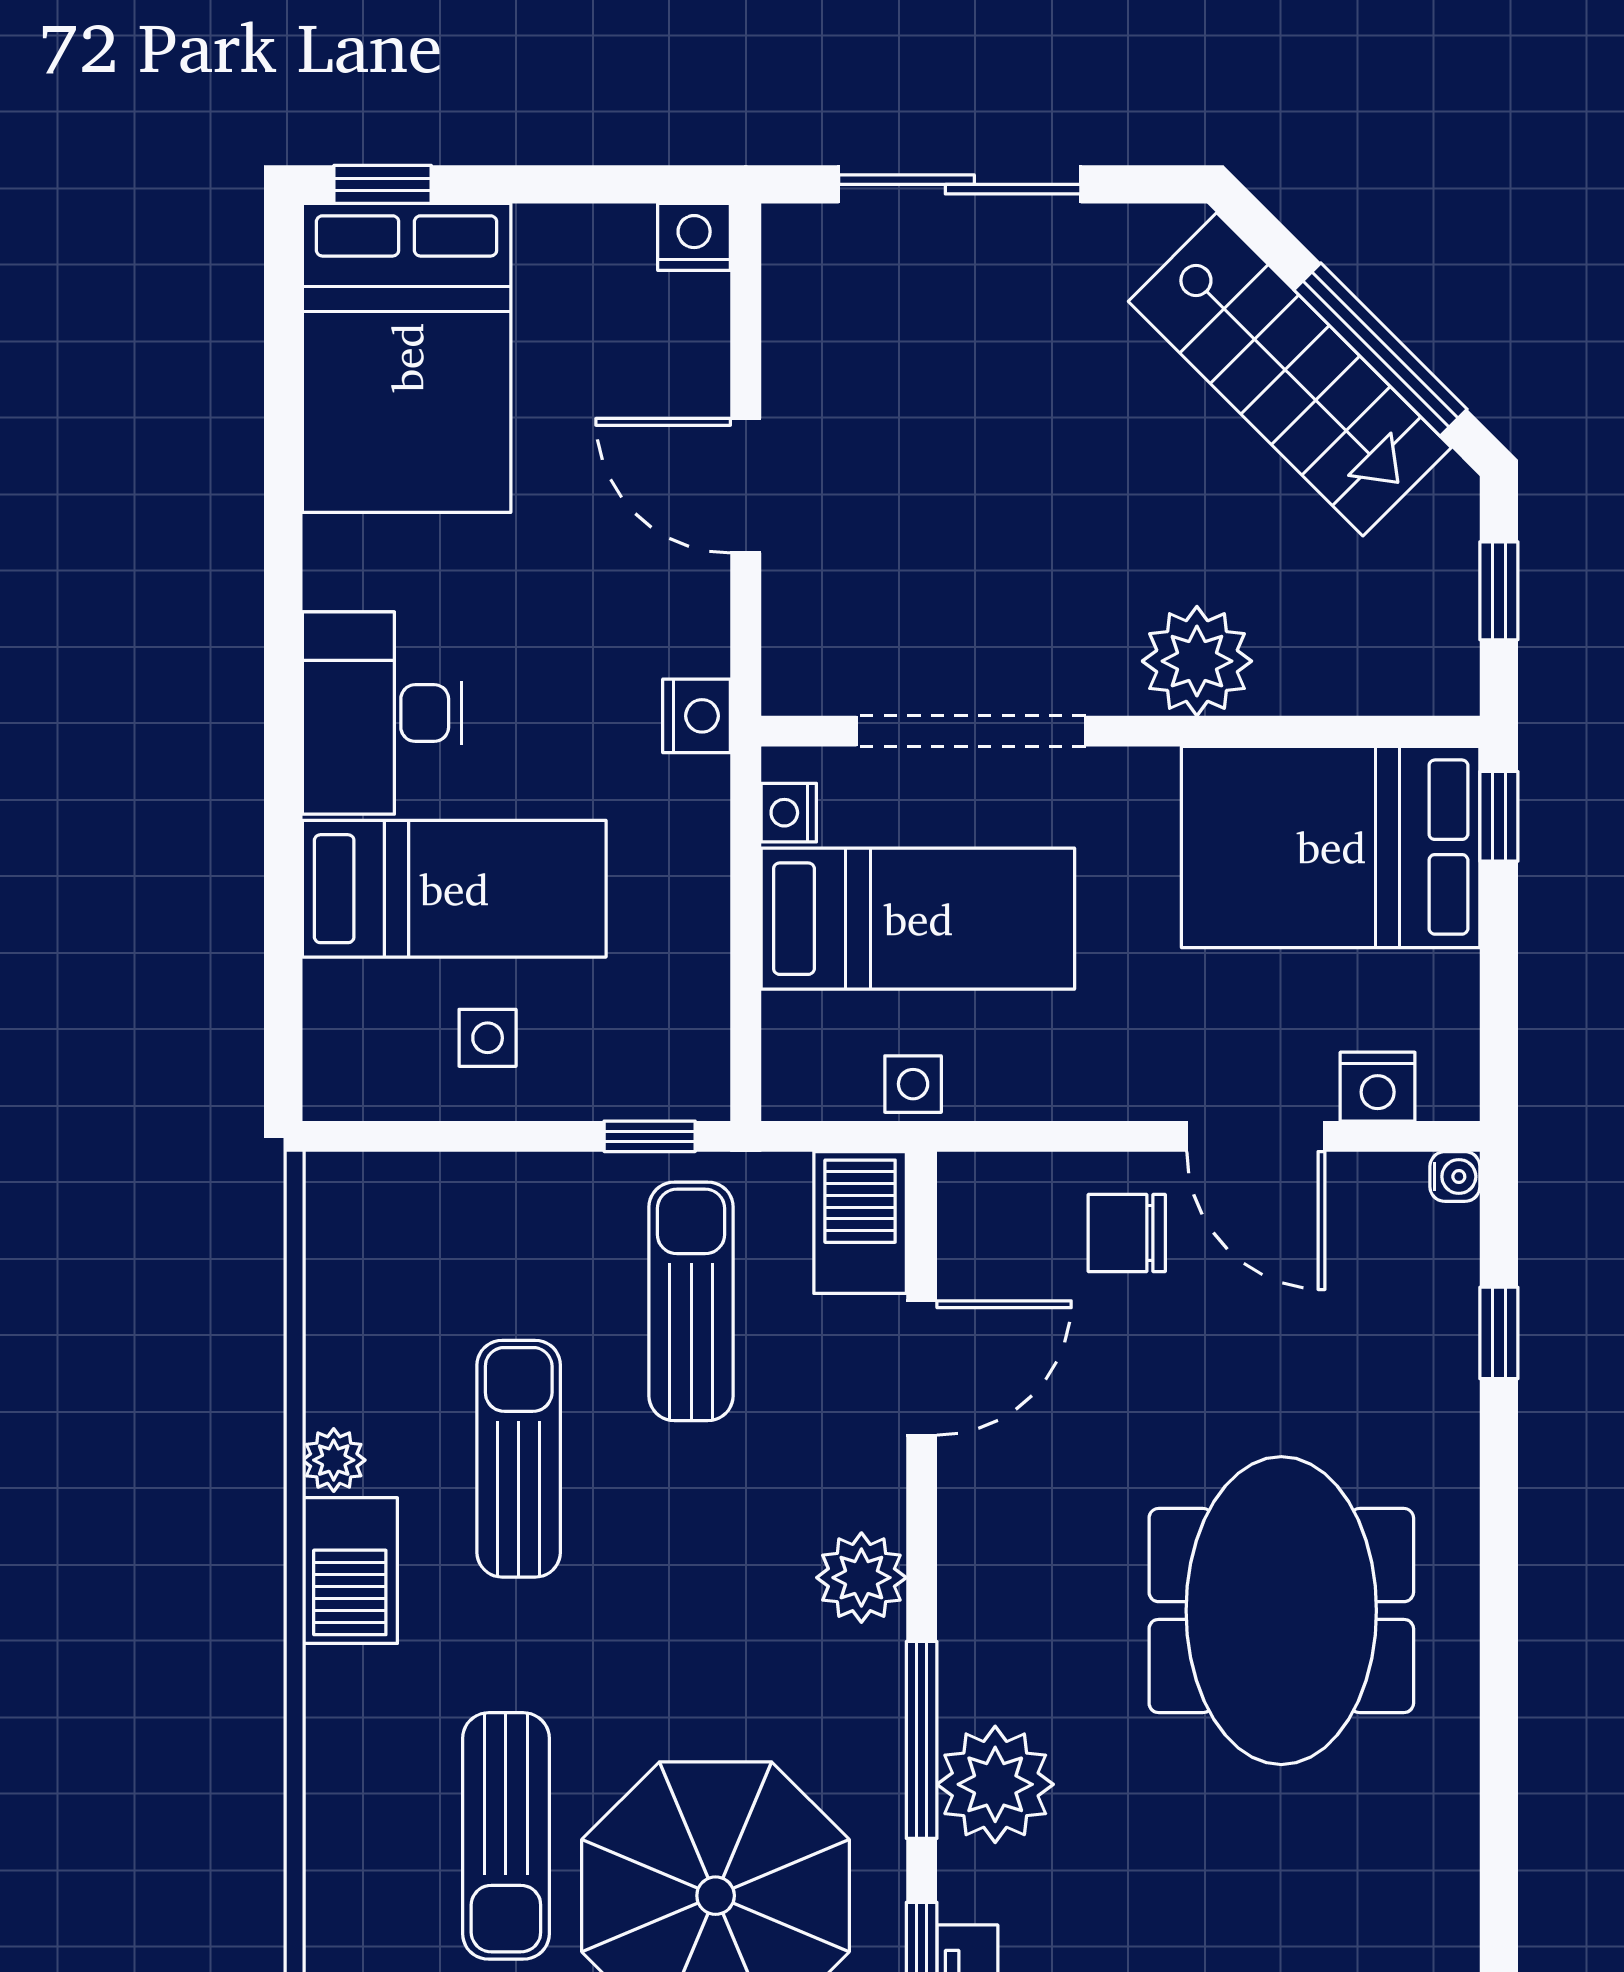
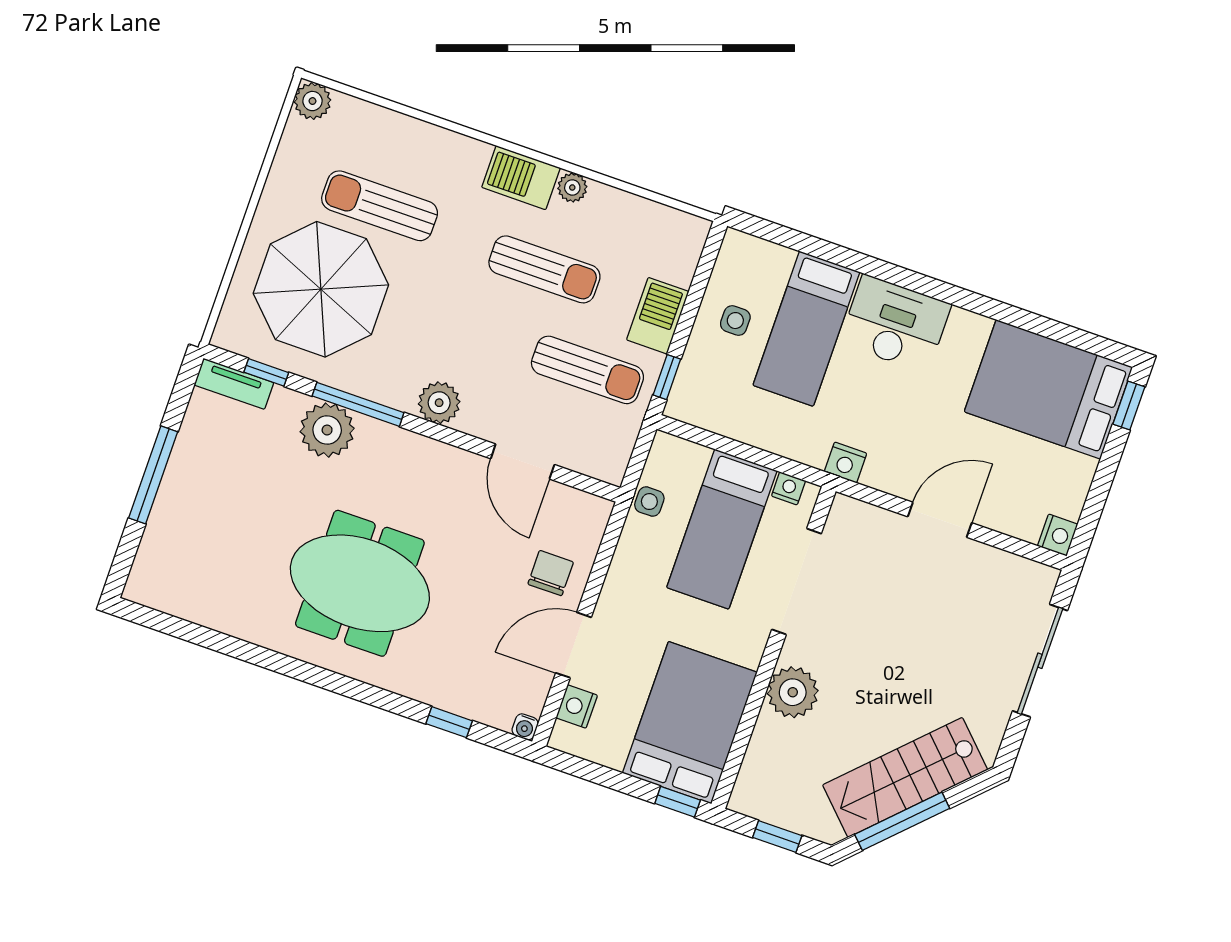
barbecue: (860, 1223) -> (658, 316), moved, turned -90

